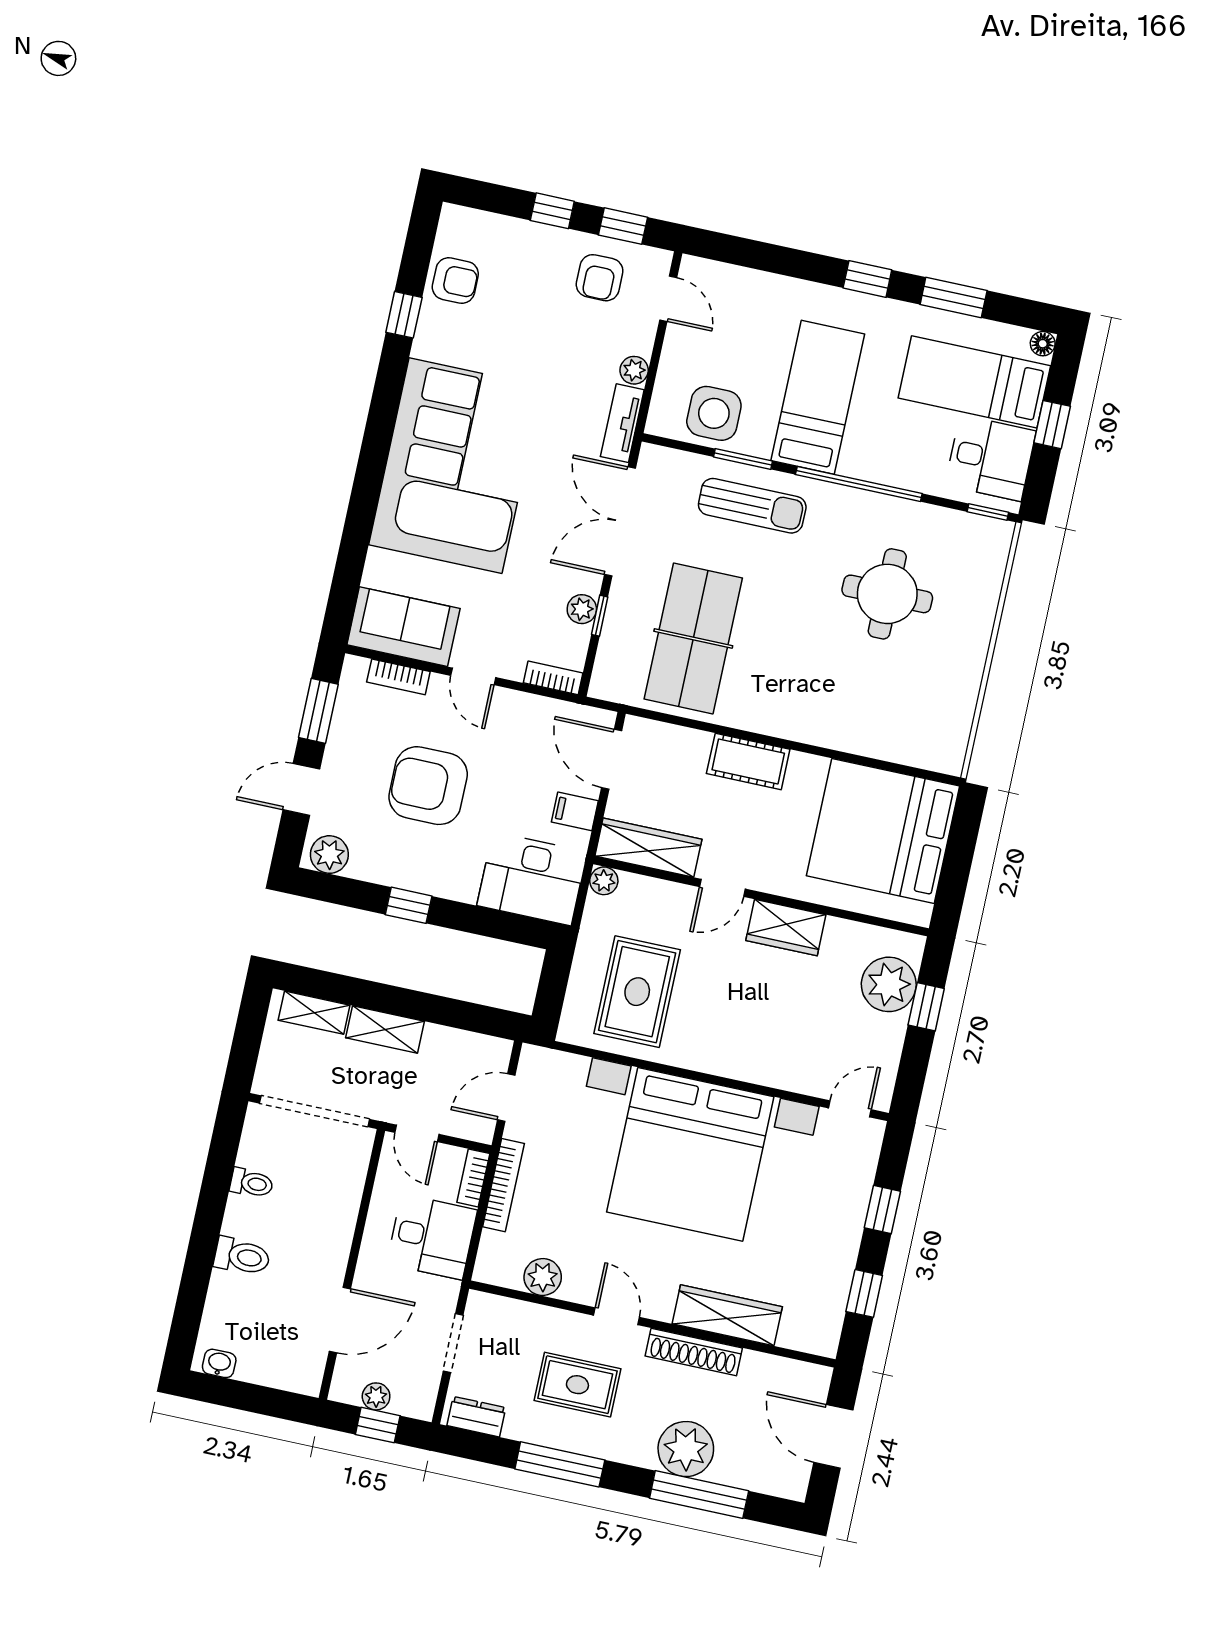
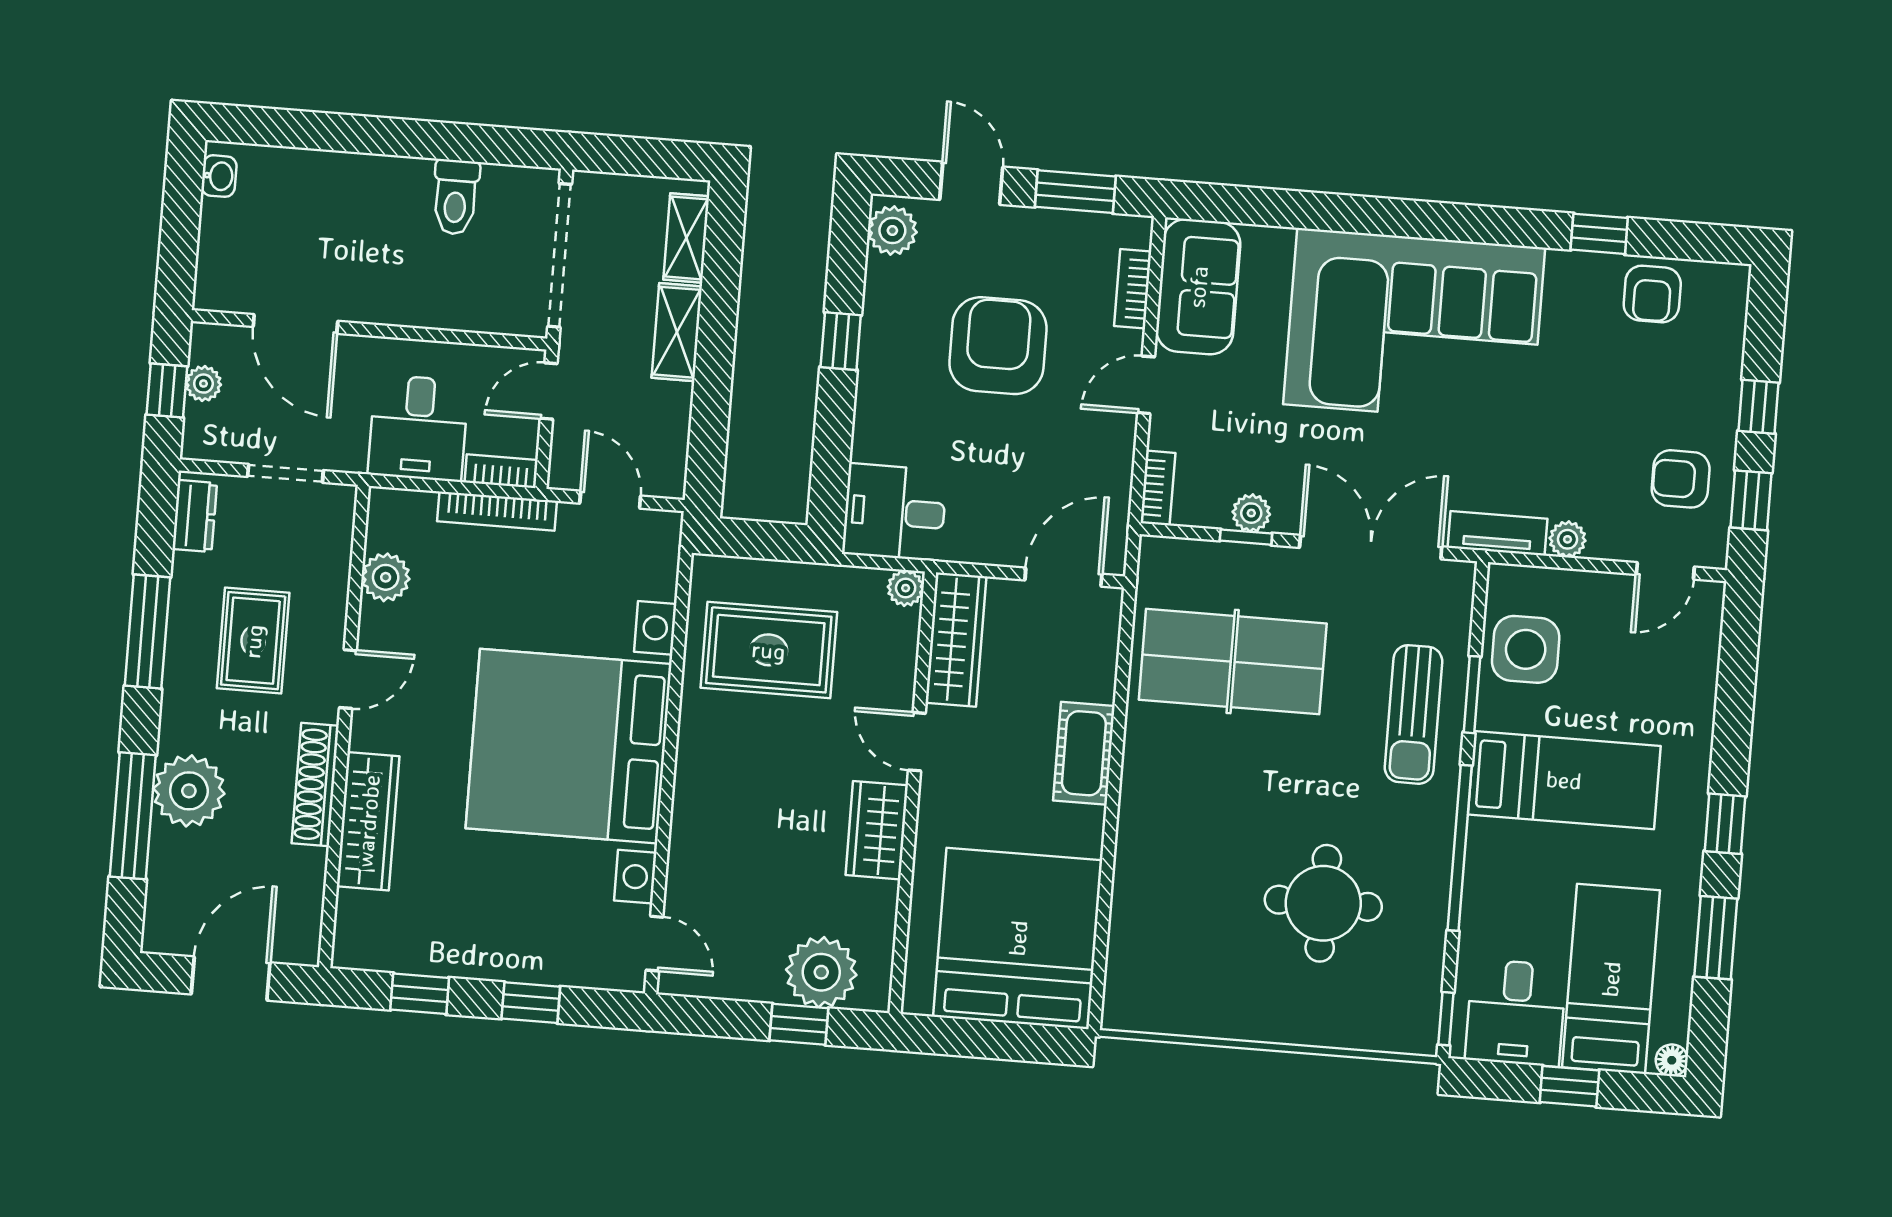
filing cabinet: (575, 811) -> (990, 539), removed
desk: (532, 879) -> (895, 512), width x0.73
toilet: (252, 1183) -> (456, 197), width x1.37, depth x1.39
toilet: (242, 1256) -> (361, 187), removed

